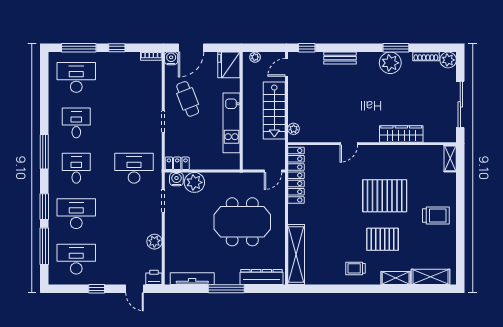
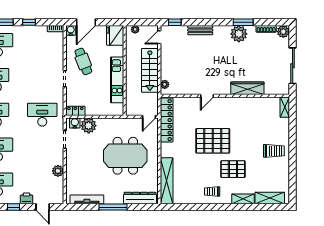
pallet: (385, 196) -> (213, 141), moved
printer: (154, 277) -> (27, 198), moved

